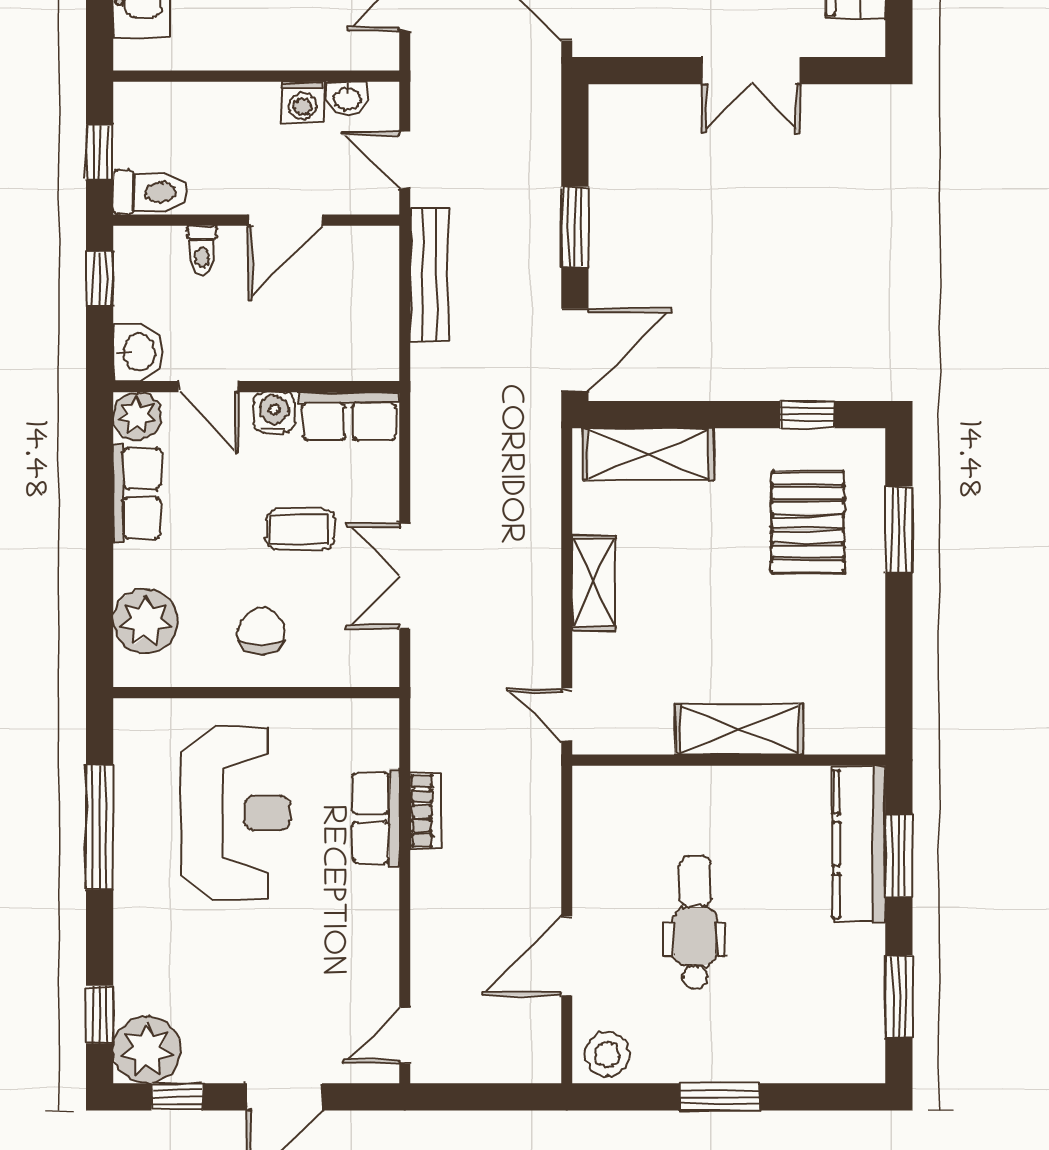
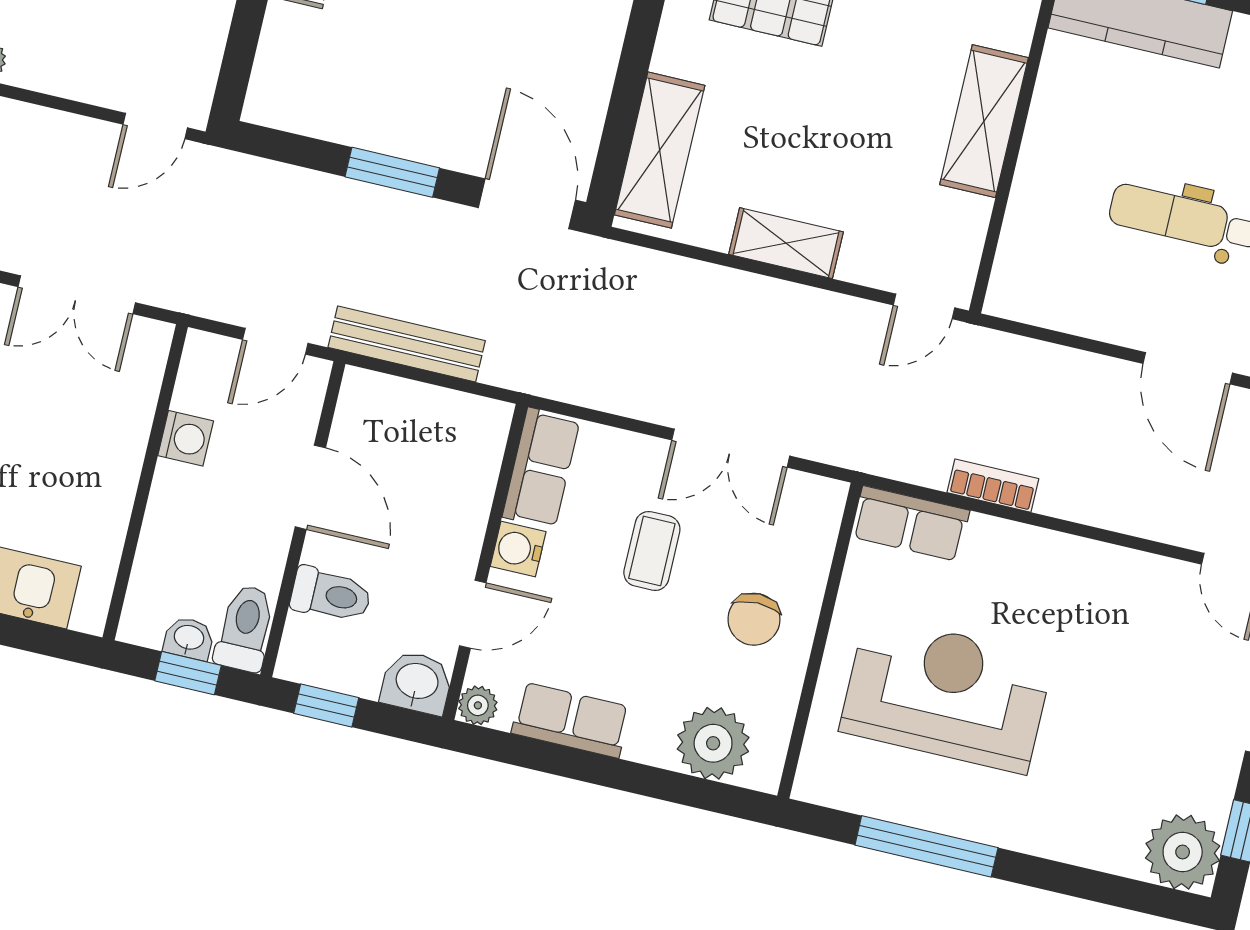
washbasin: (347, 98) -> (189, 638), moved, turned -90
toilet: (202, 250) -> (331, 595), width x1.37, depth x1.39
plant: (137, 416) -> (478, 705), width x0.73, depth x0.73
chair: (261, 631) -> (754, 619), turned -90
row of seats: (376, 818) -> (910, 524), moved
window: (100, 1015) -> (1132, 895), removed

